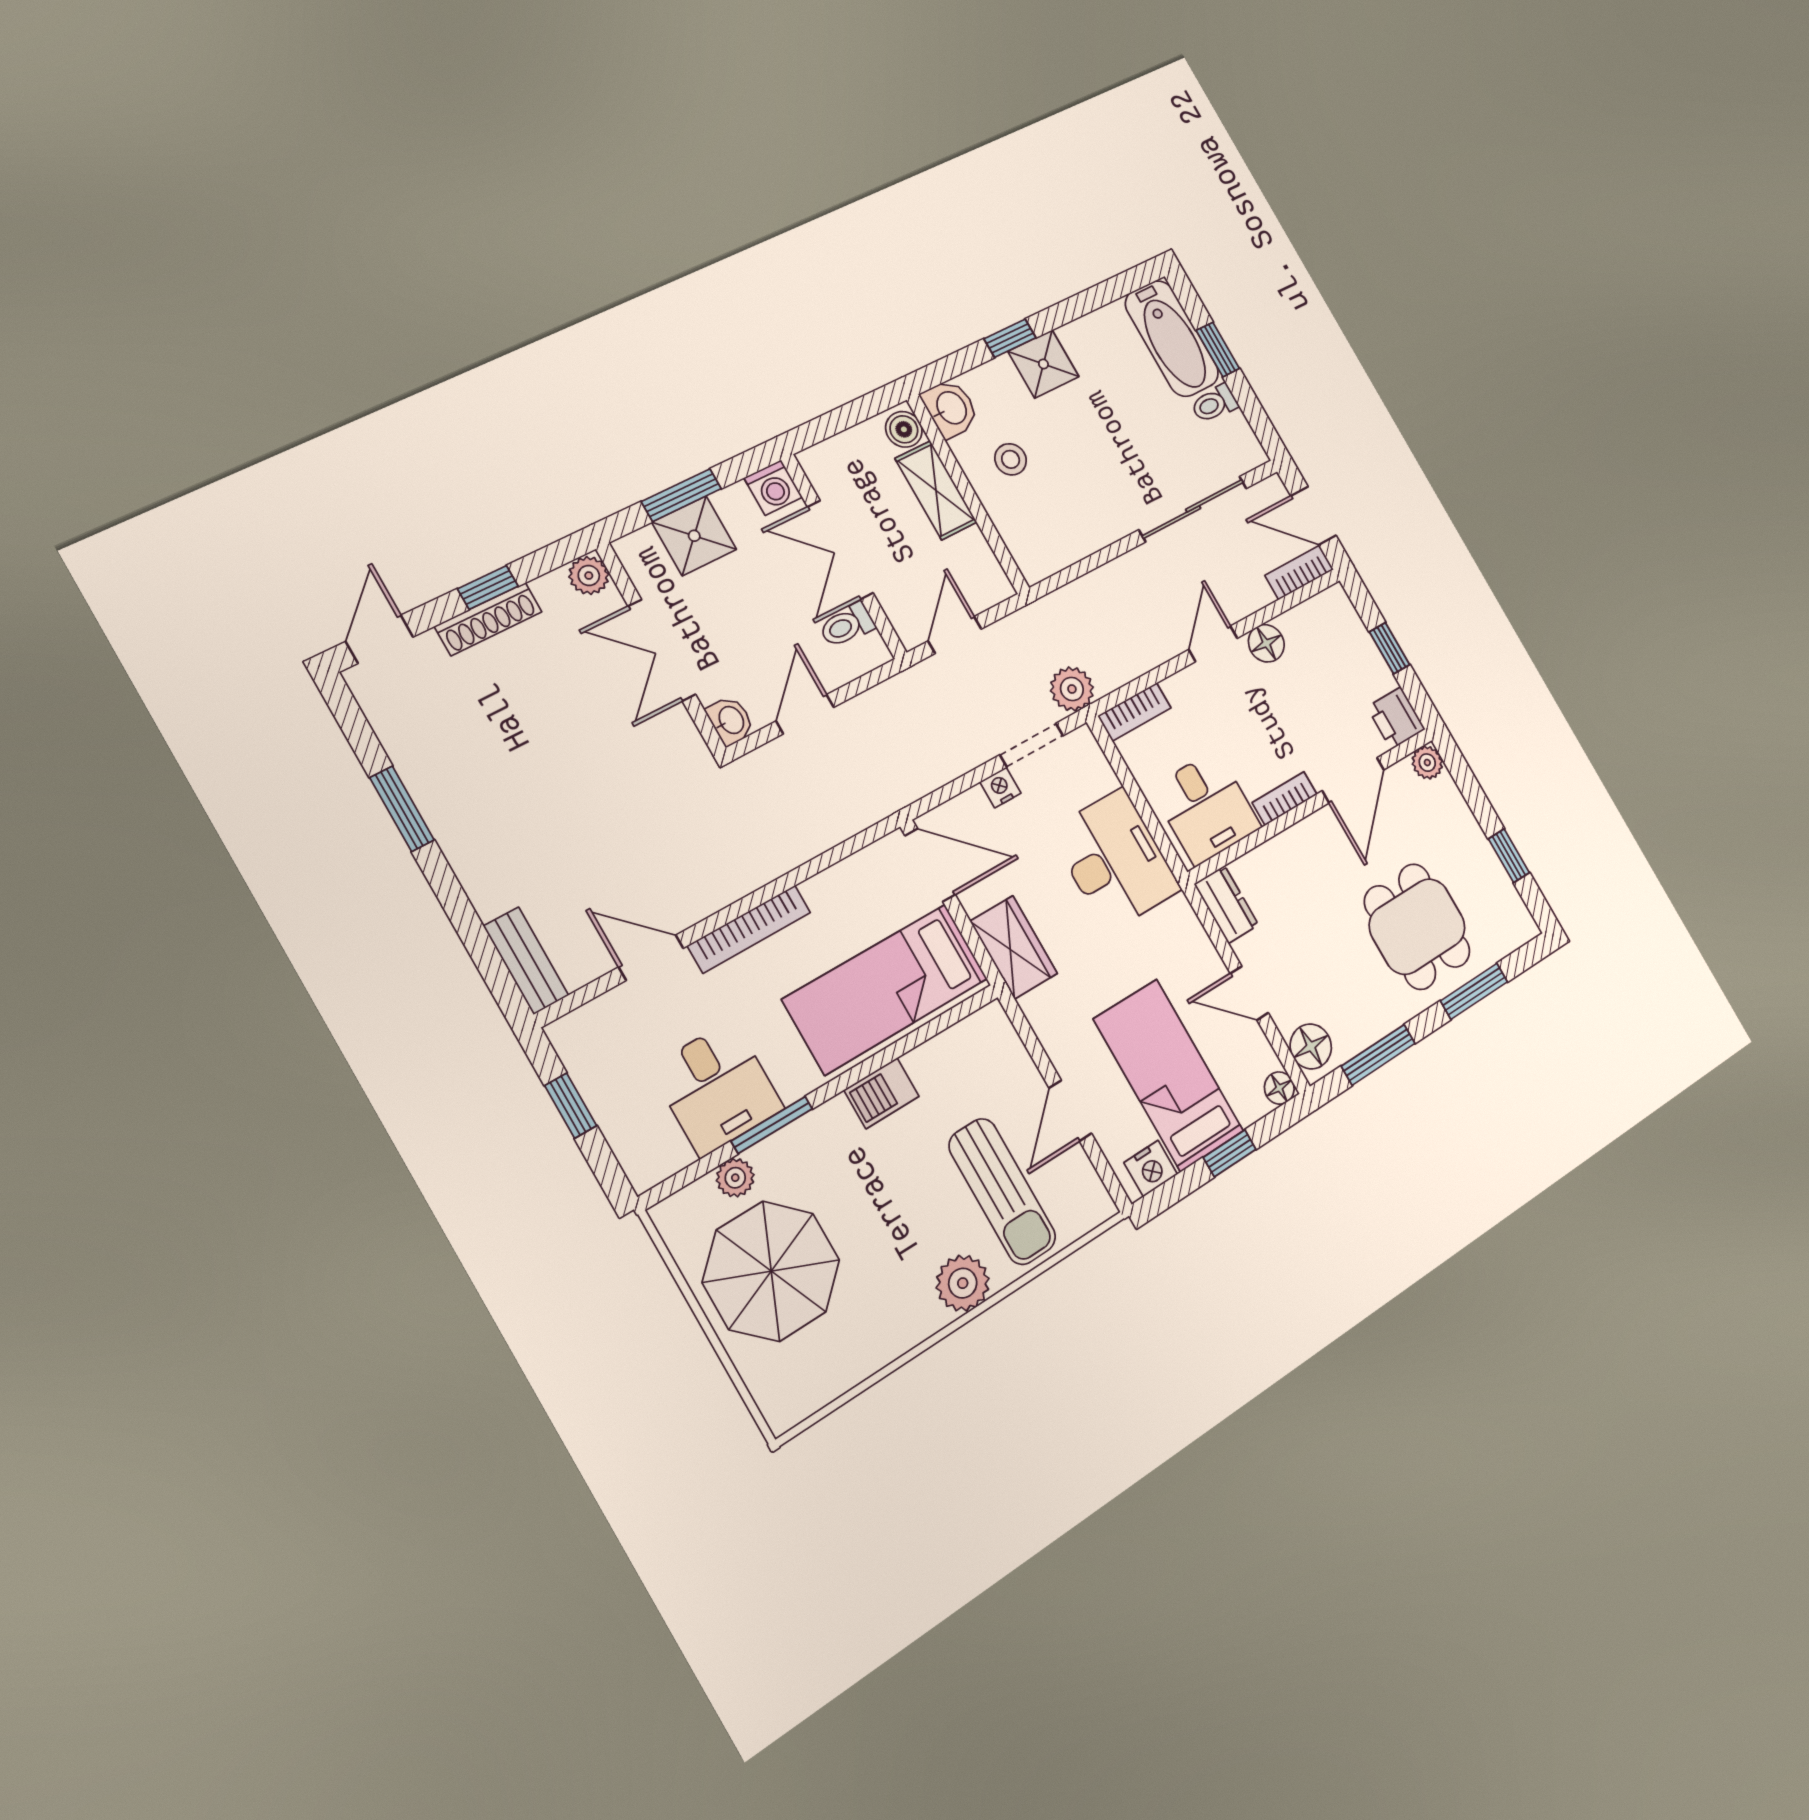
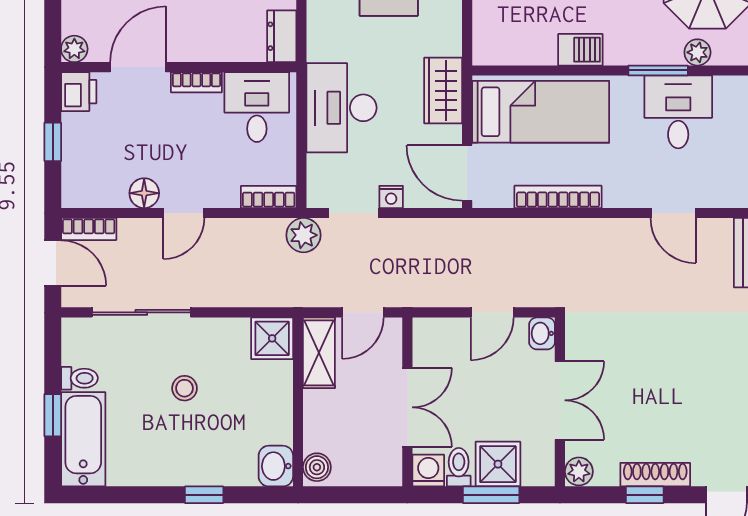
shower: (1043, 364) -> (272, 338), moved
stool: (1011, 459) -> (185, 388), moved
shelving: (936, 490) -> (319, 353), moved
toilet: (847, 625) -> (459, 467), moved, turned -90
bookcase: (749, 929) -> (558, 197), moved

